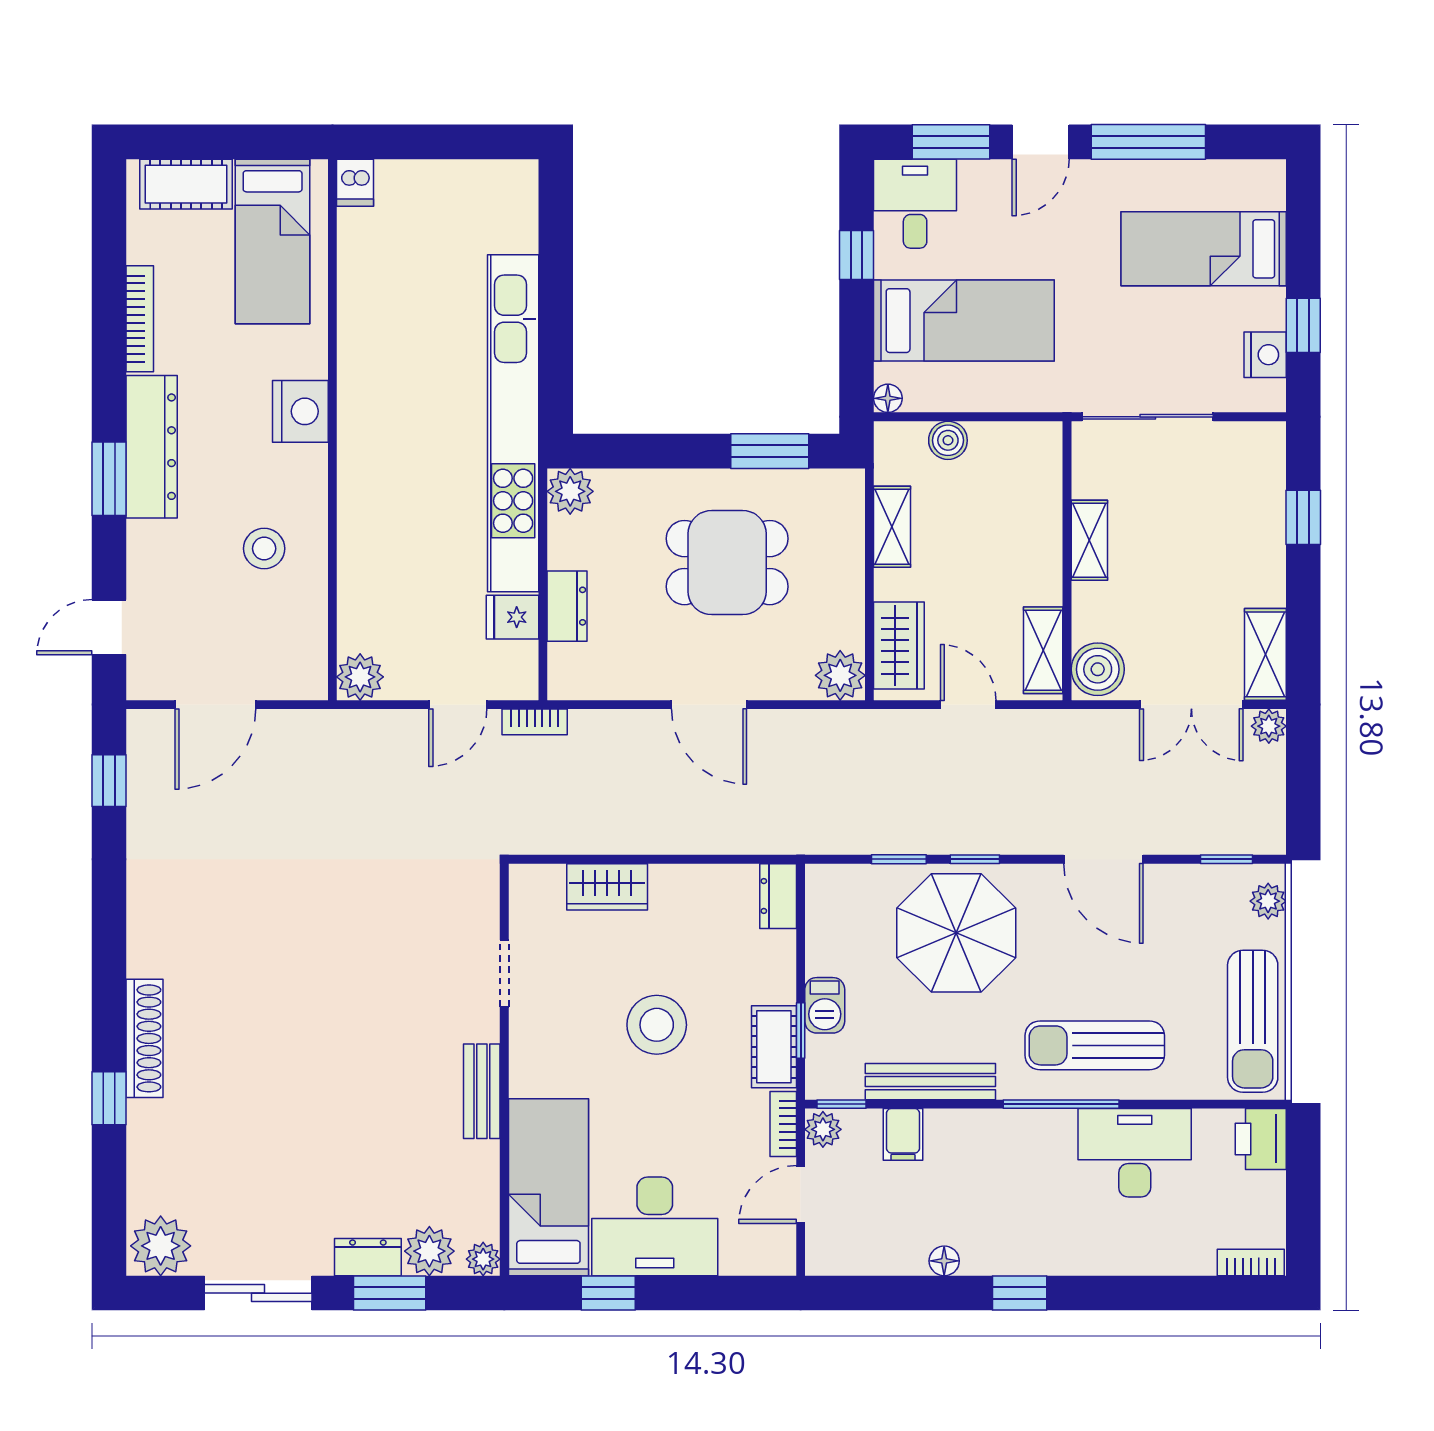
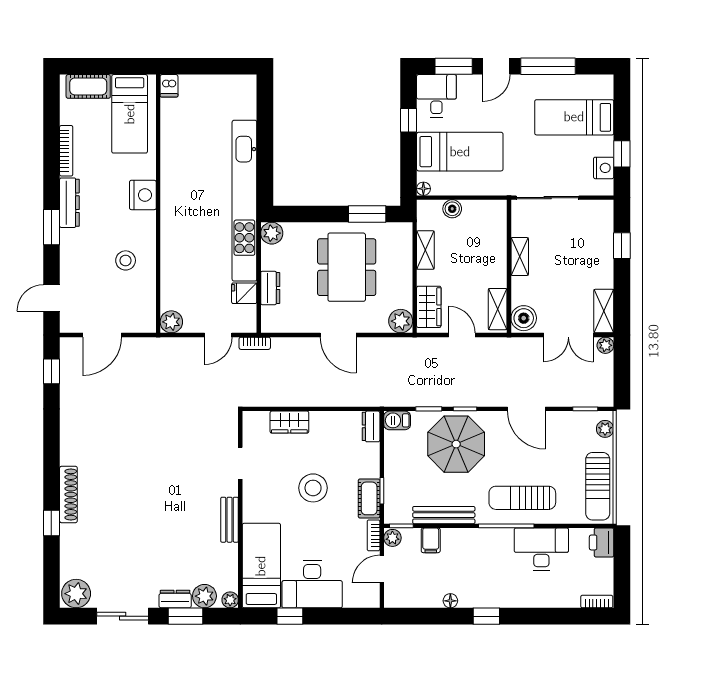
dresser: (152, 447) -> (69, 203), width x0.73, depth x0.80
dining table: (727, 563) -> (347, 267), width x1.38
barbecue: (825, 1005) -> (397, 420), moved, turned 90

